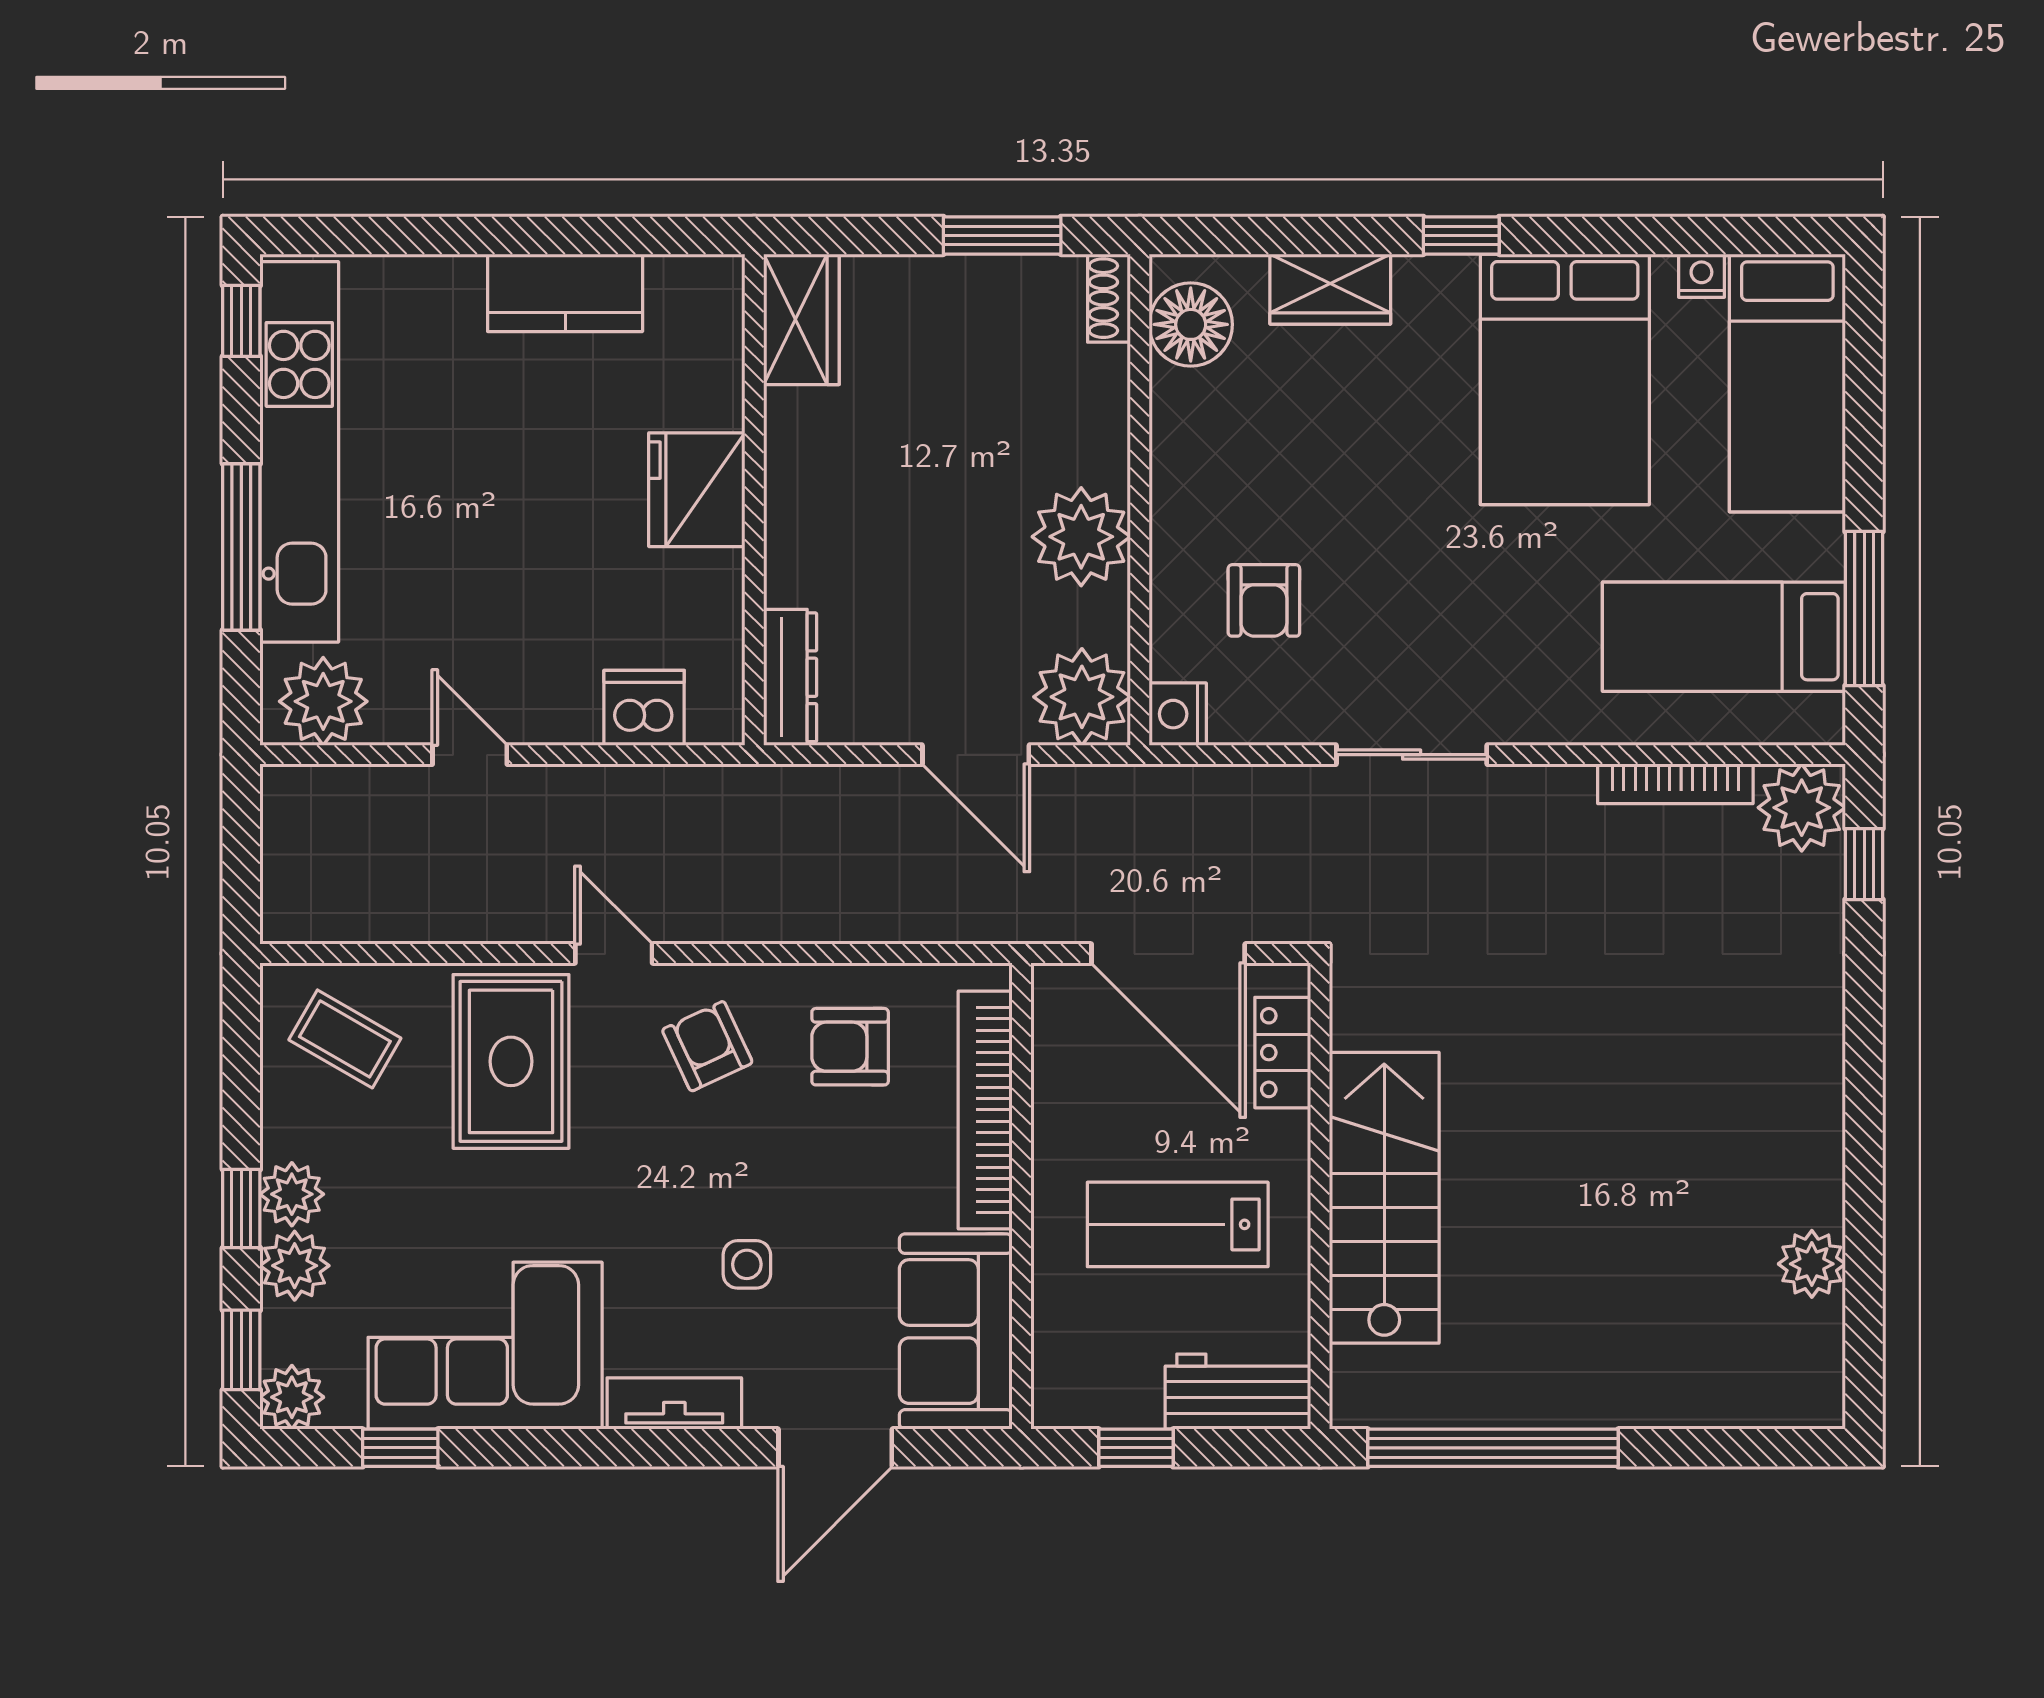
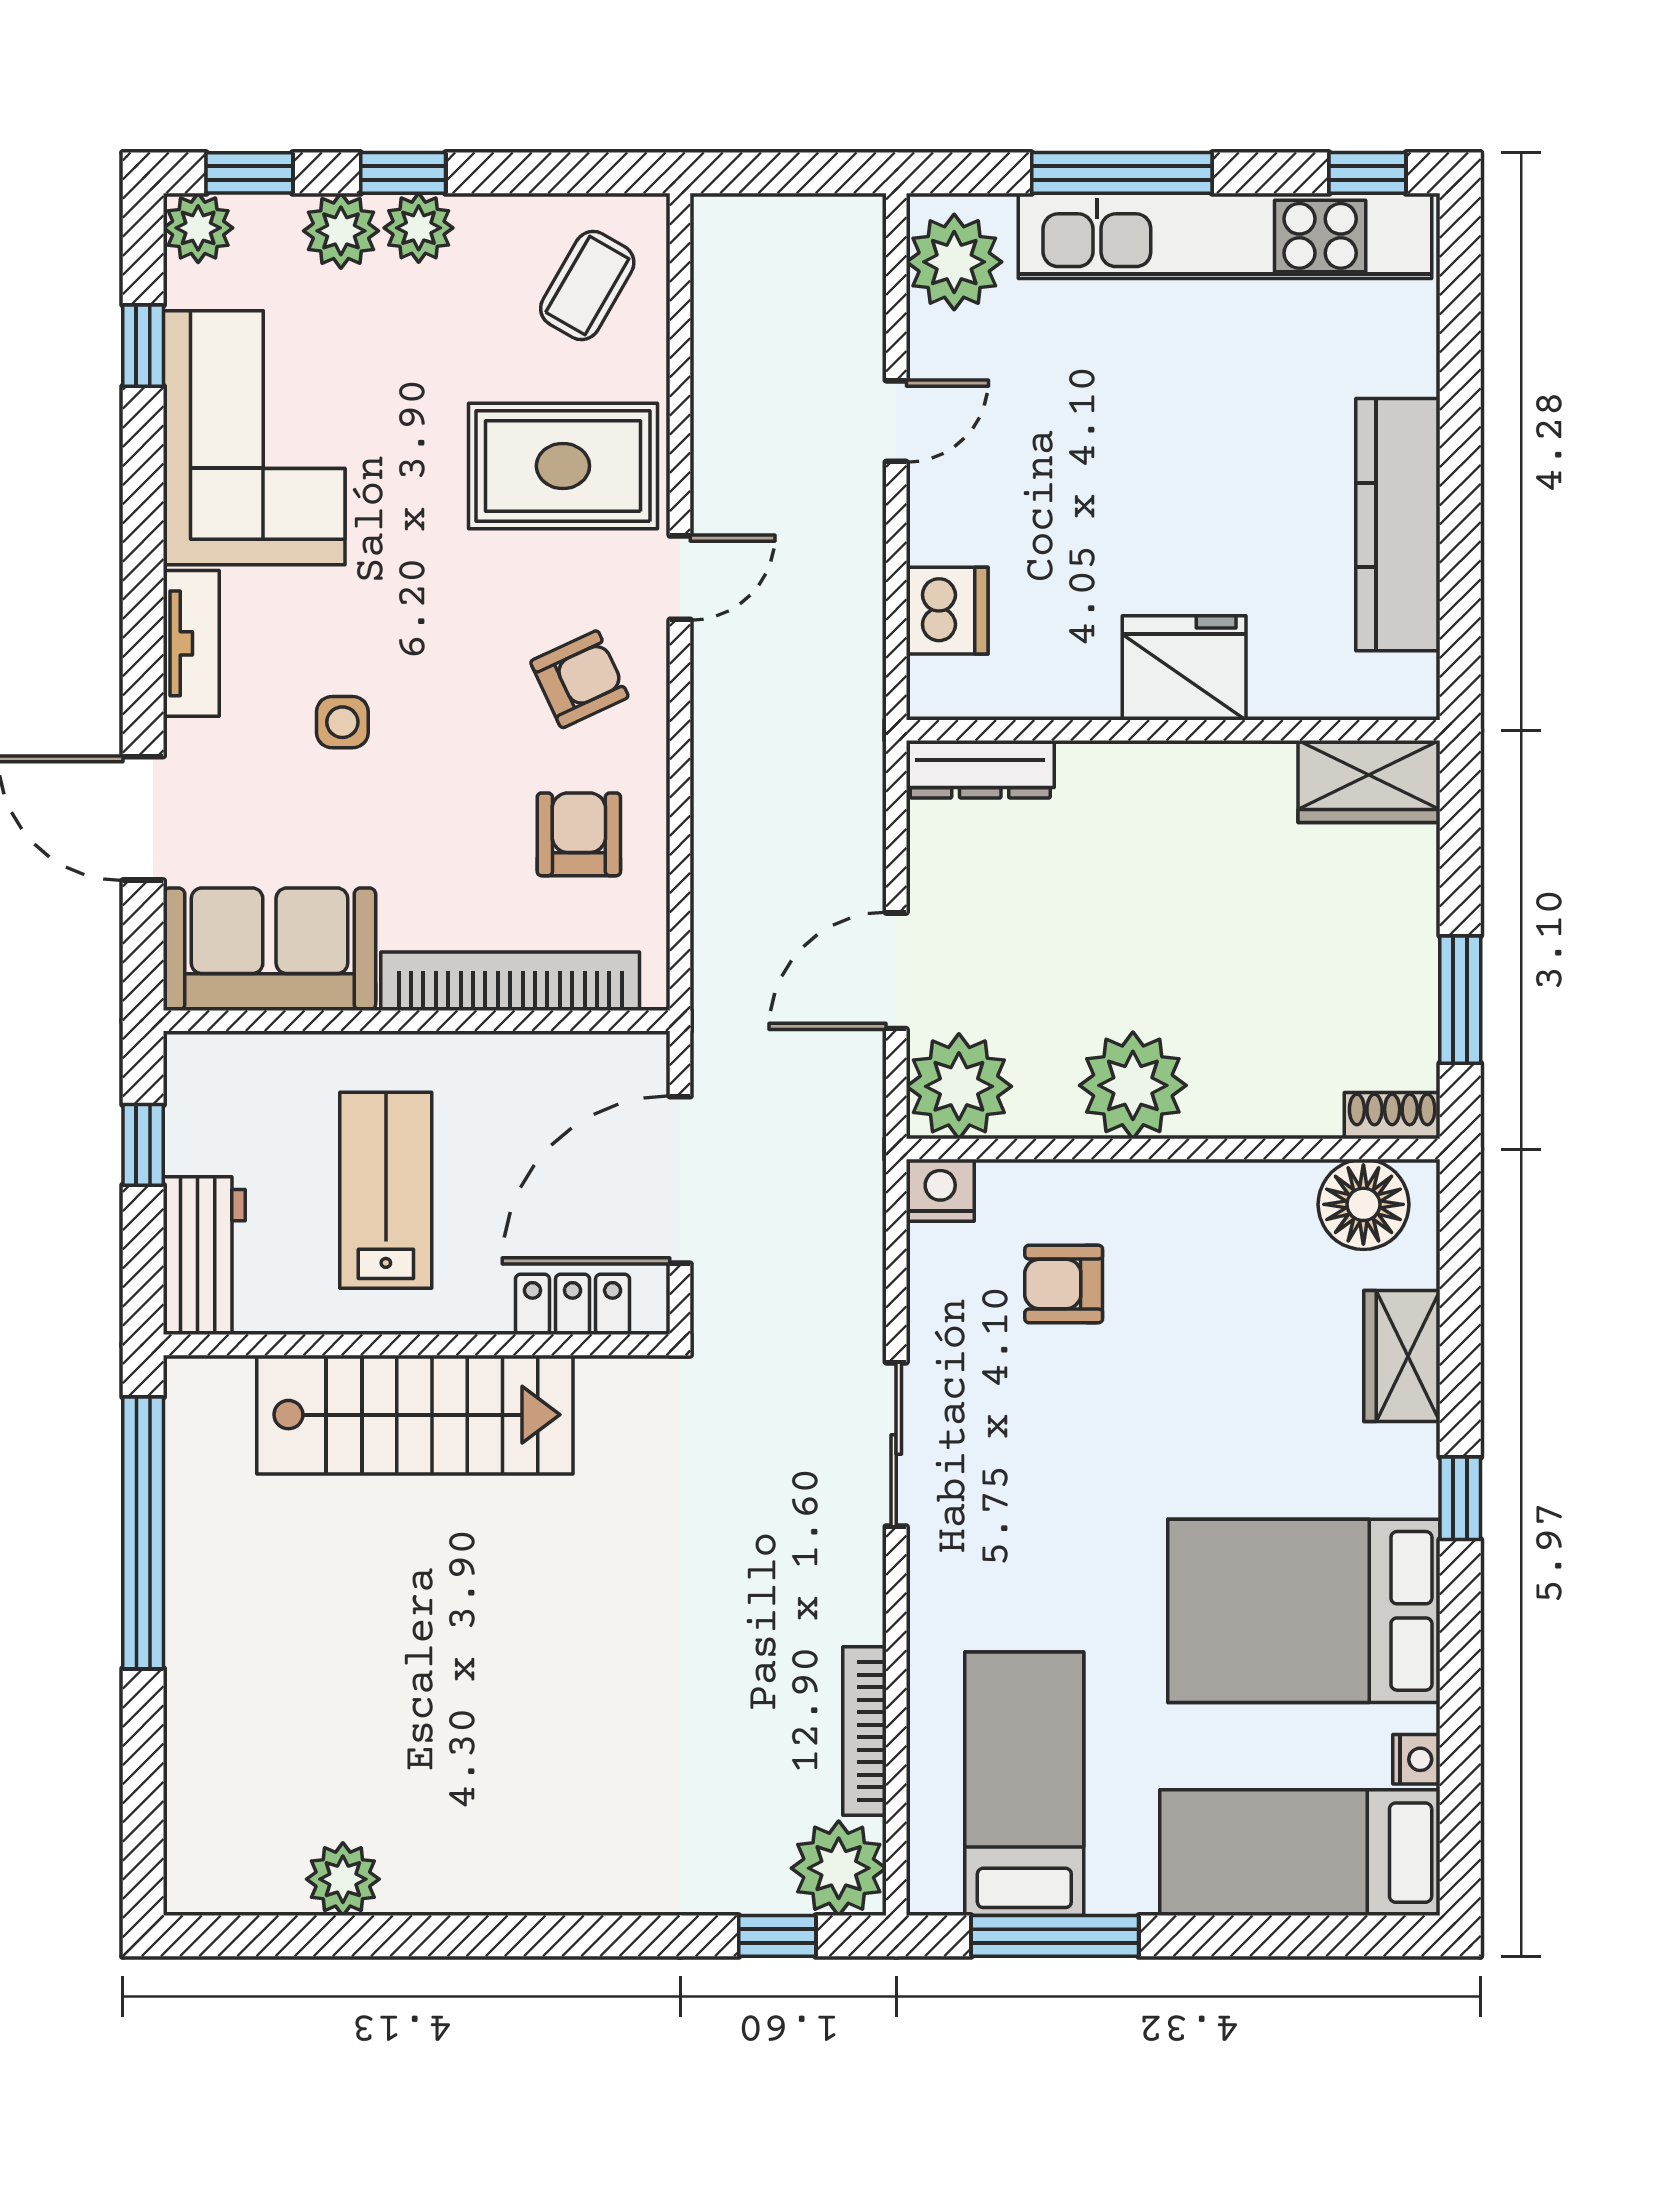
kitchen counter: (565, 293) -> (1398, 525), width x1.50

